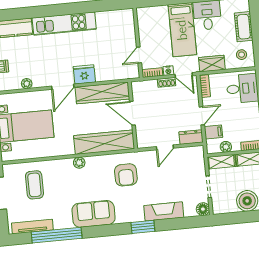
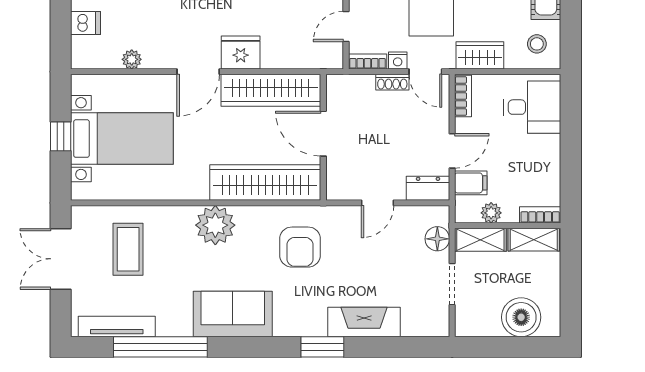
plant: (79, 163) -> (215, 225), width x1.88, depth x1.88
floor lamp: (203, 209) -> (437, 239), moved

